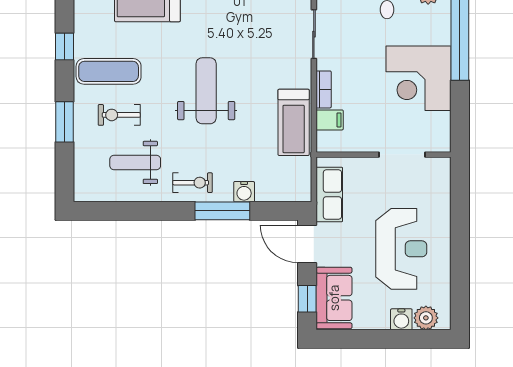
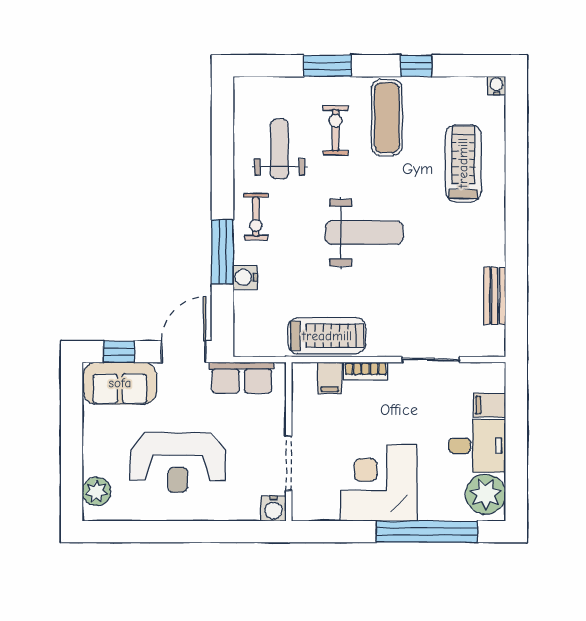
treadmill: (294, 122) -> (327, 336), turned 180
water cooler: (401, 319) -> (273, 509), moved, turned -90

